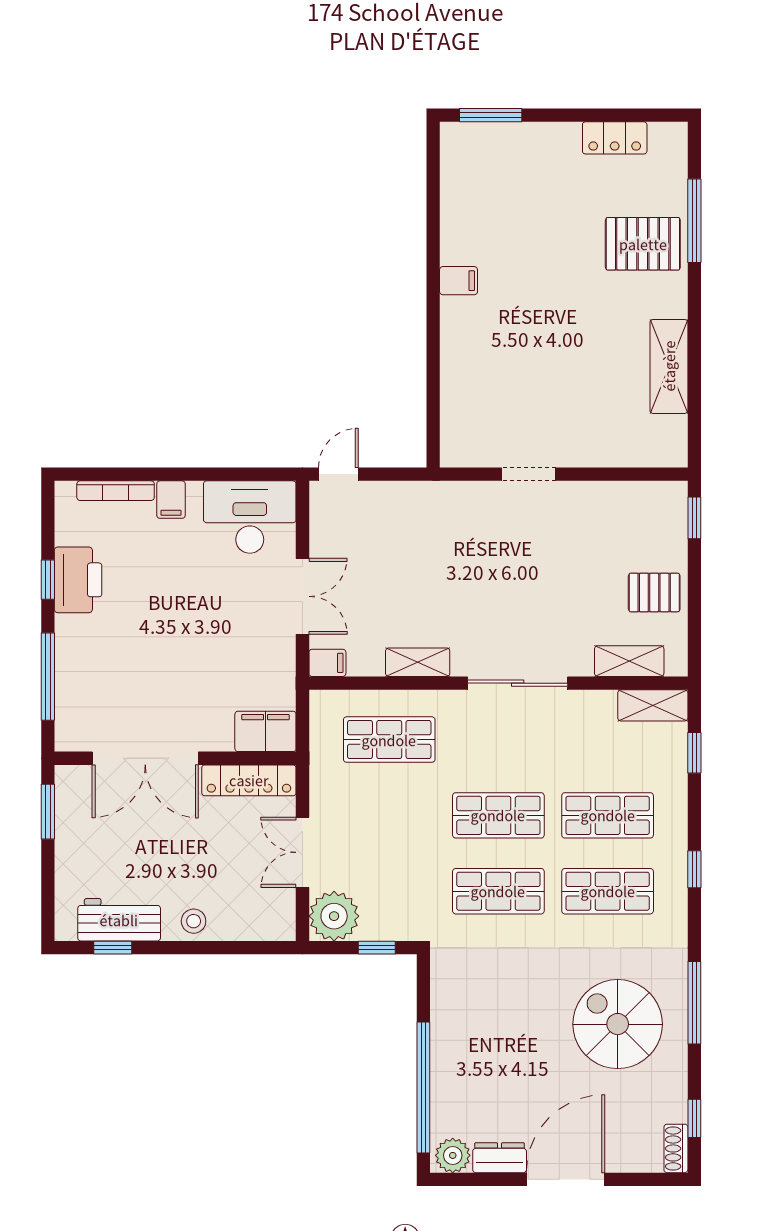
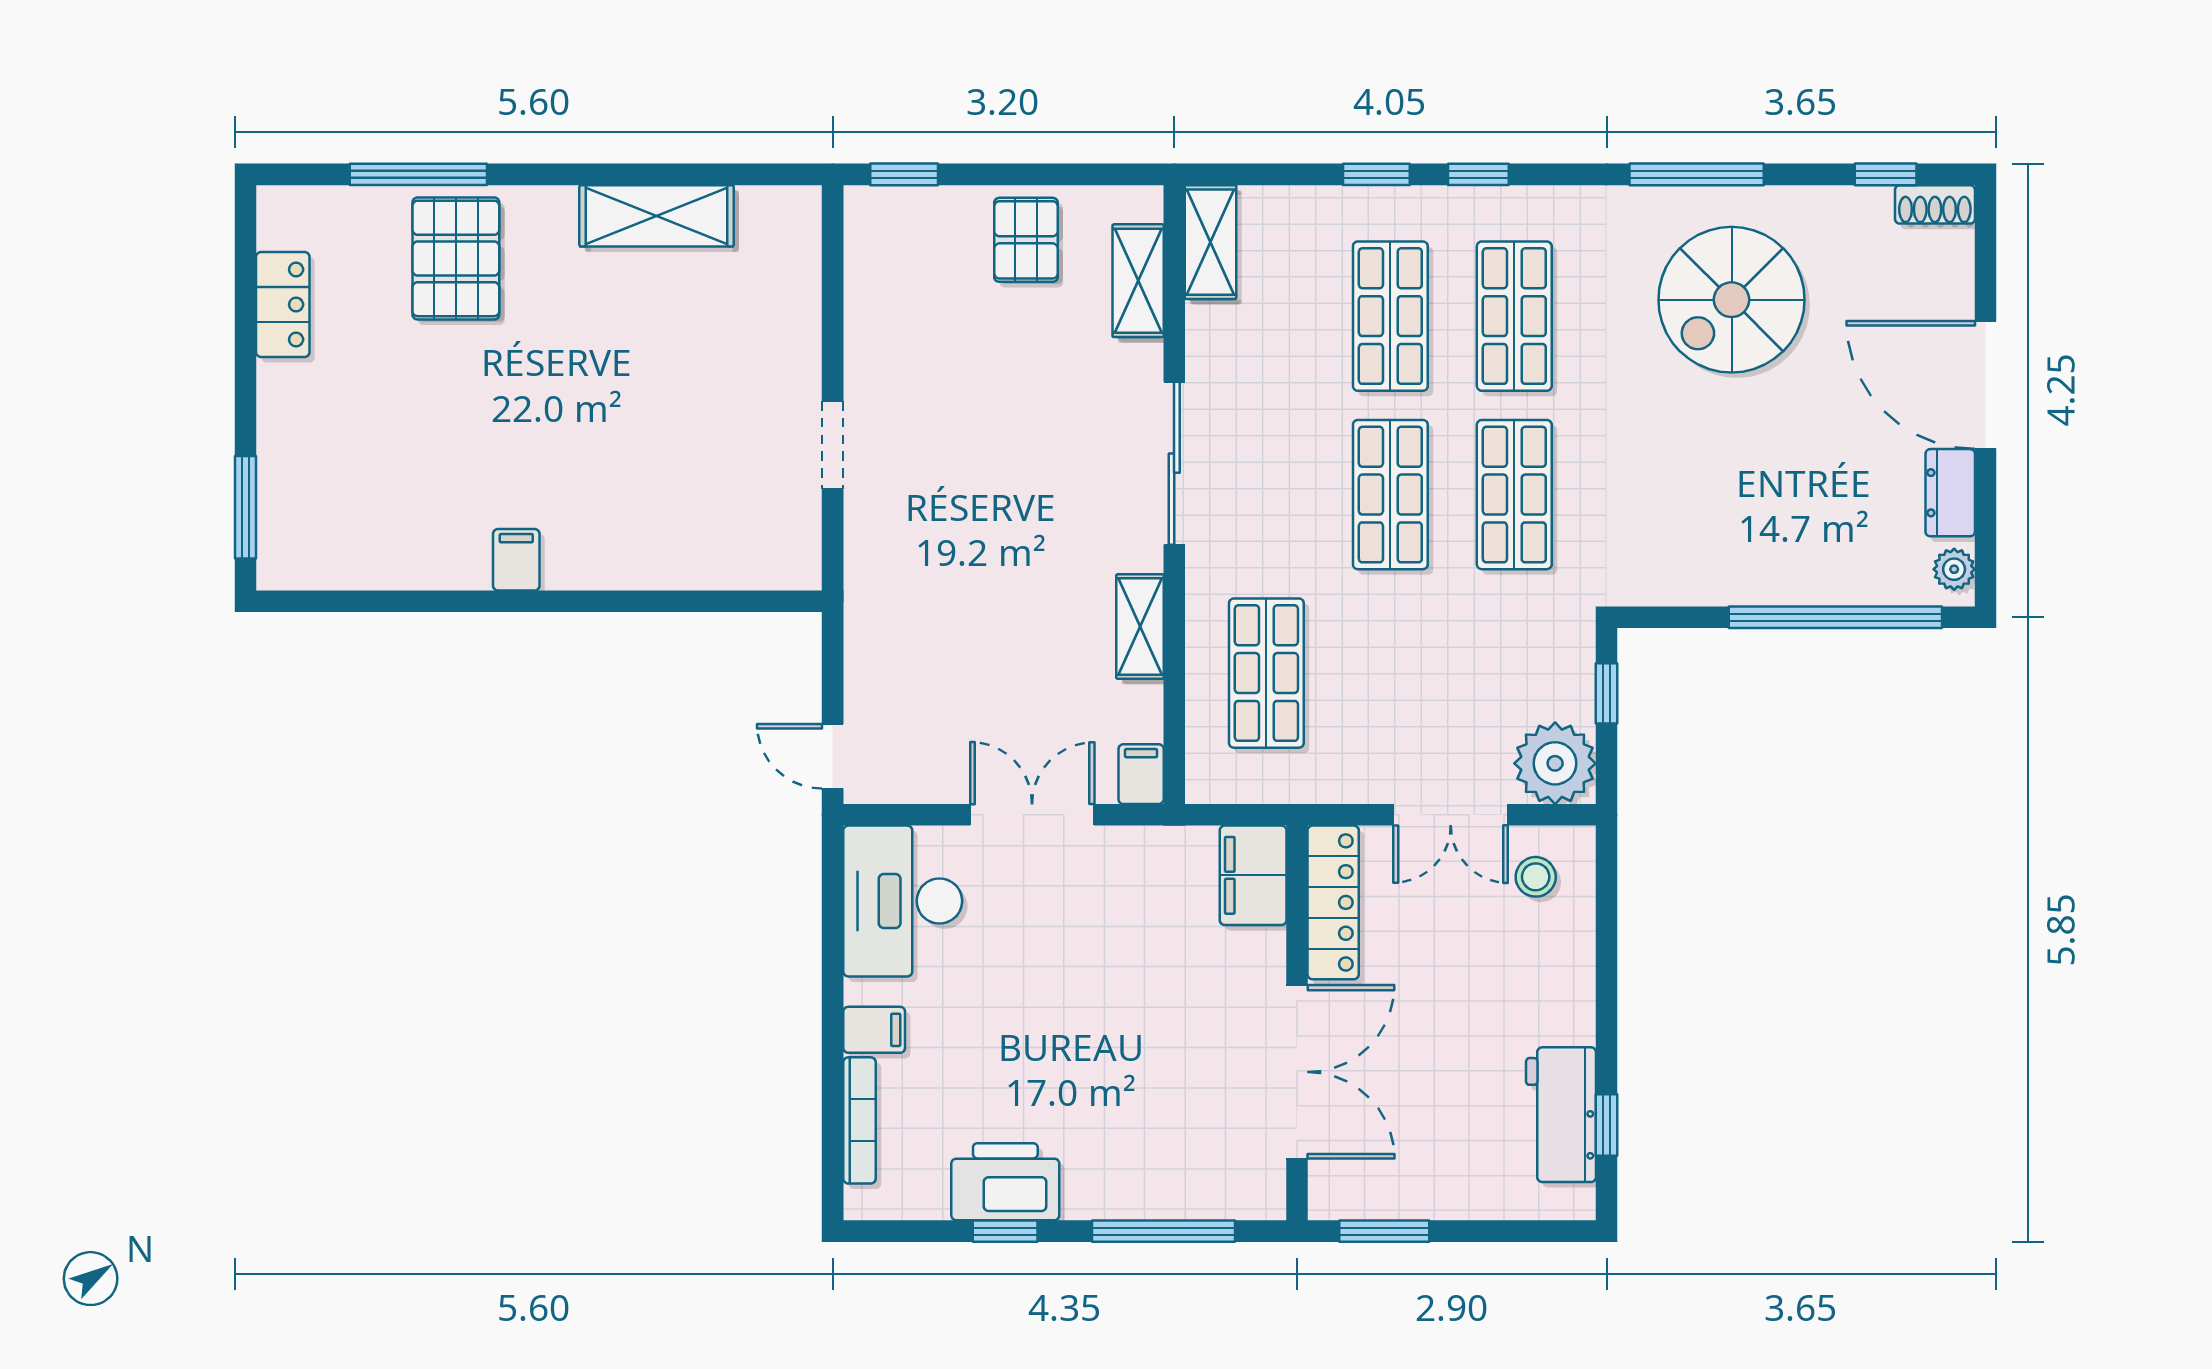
window: (694, 753) -> (1376, 174), moved
stool: (194, 921) -> (1536, 877), moved
plant: (453, 1155) -> (1954, 569), width x0.73, depth x0.73

